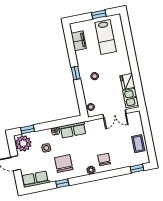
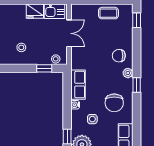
window: (76, 73) -> (44, 68), moved
chair: (64, 164) -> (114, 103), turned -90
window: (62, 183) -> (137, 85), moved

